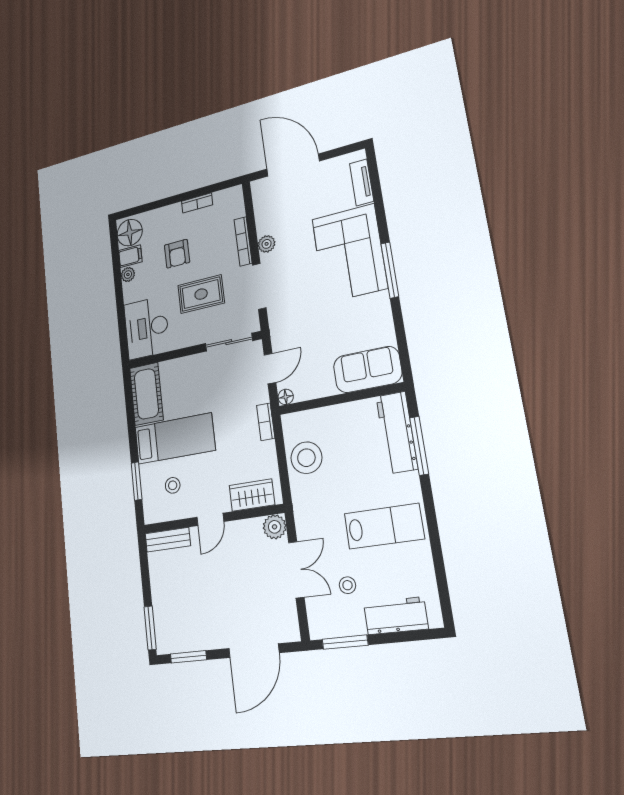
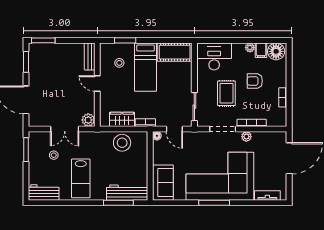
corner sofa: (349, 253) -> (220, 176), width x1.36, depth x1.36
wardrobe: (252, 495) -> (122, 119), moved, turned -90
workbench: (396, 616) -> (44, 192), moved, turned -90

